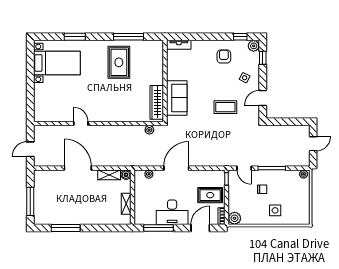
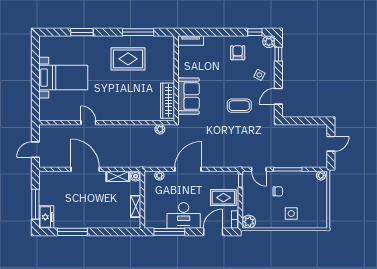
rug: (119, 62) -> (128, 59), turned 90
bed with nightstands: (57, 63) -> (63, 78), moved
freezer: (41, 214) -> (46, 217), added

